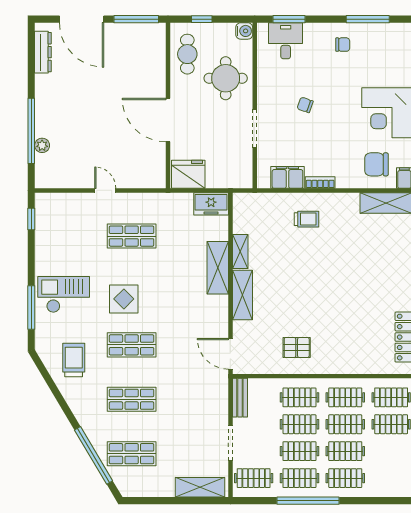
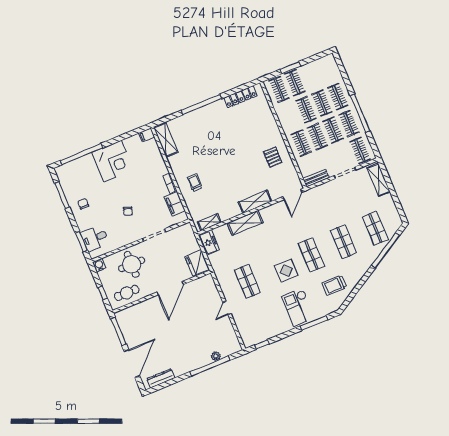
chair: (376, 164) -> (145, 155), removed
shelving: (240, 252) -> (209, 222), moved
clothes rail: (345, 397) -> (290, 116), removed

